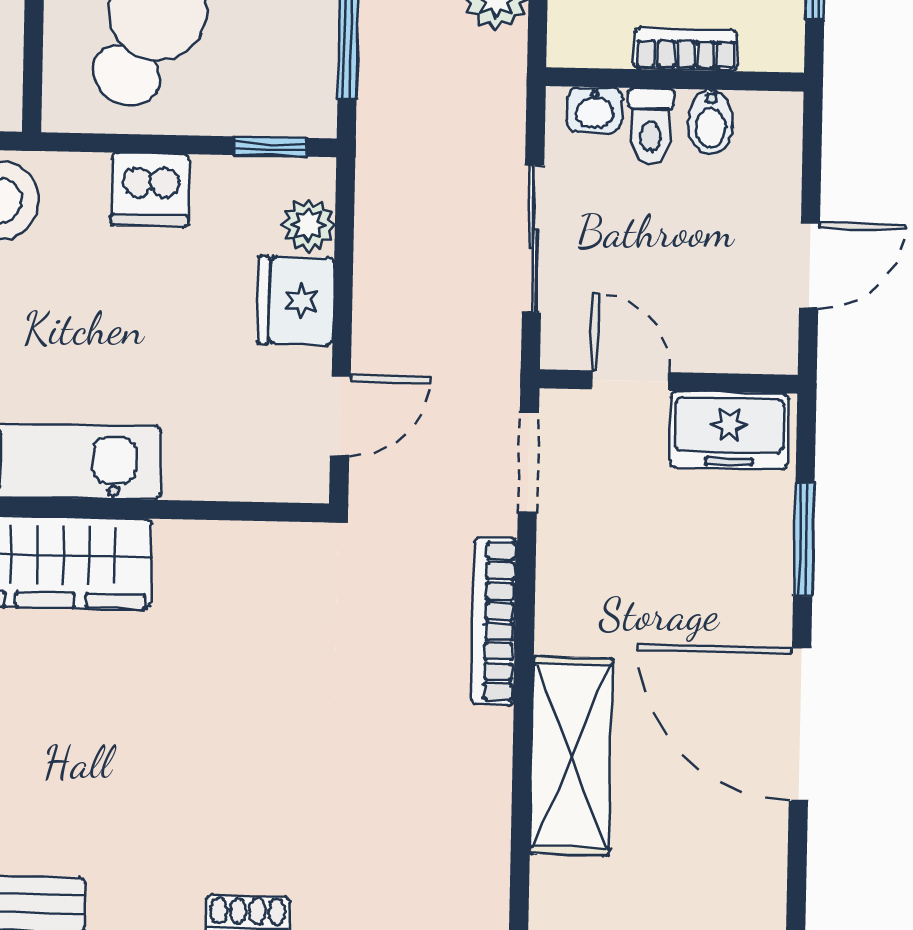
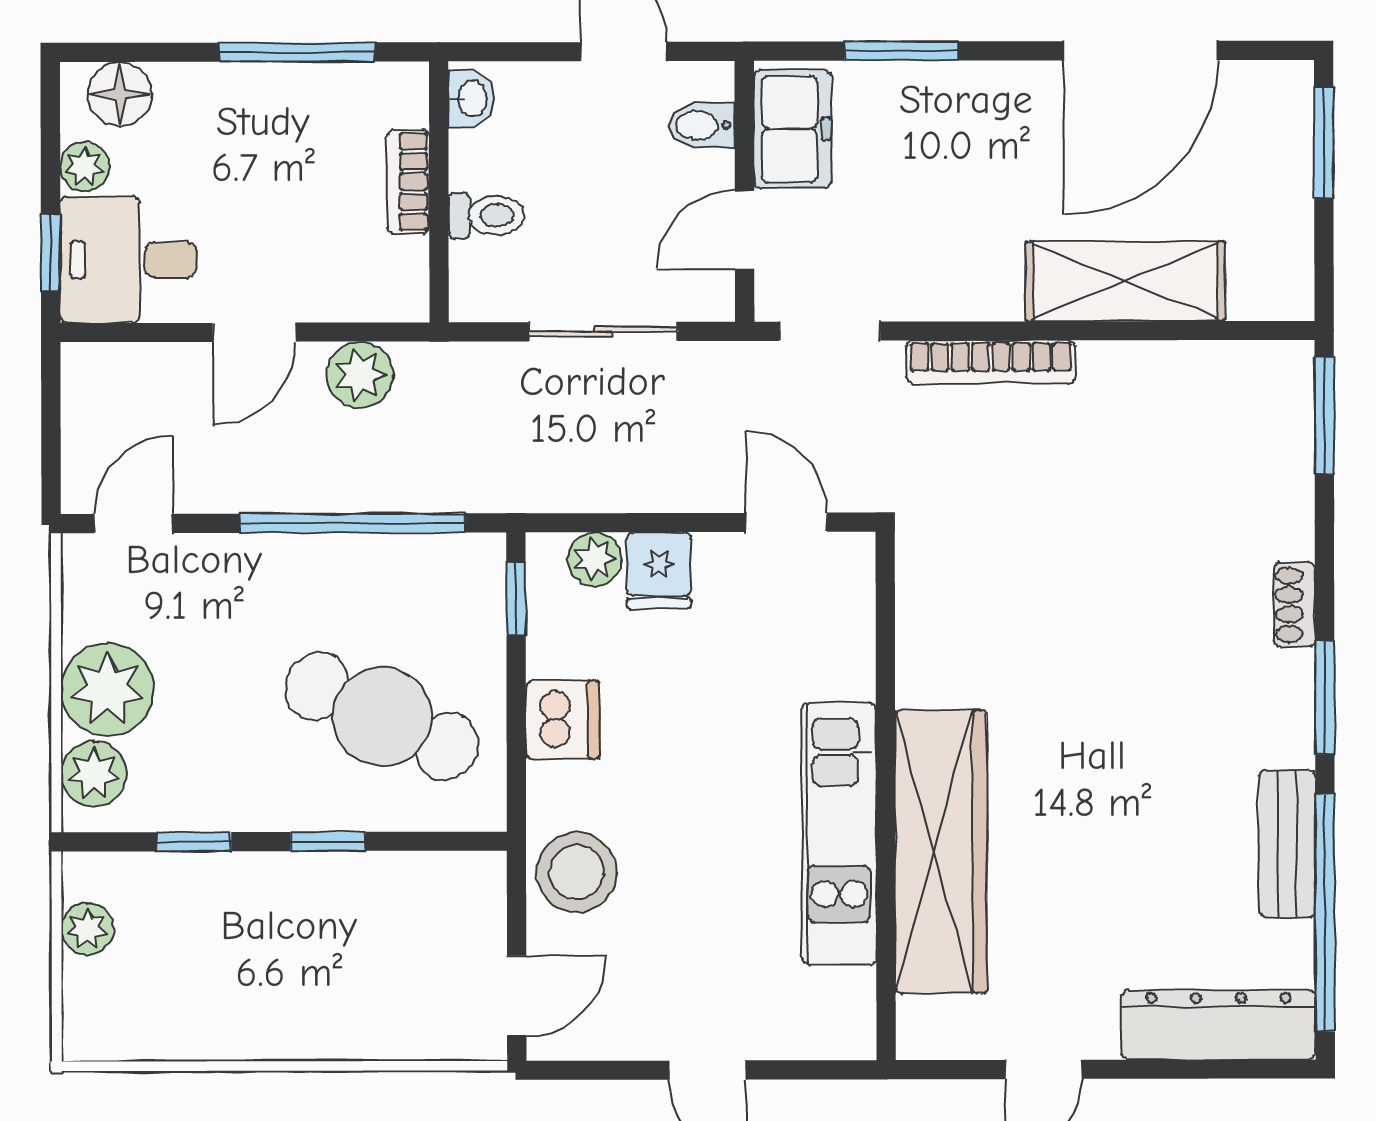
washbasin: (595, 110) -> (471, 99), moved
bidet: (711, 122) -> (702, 125), moved, turned 180
fridge: (296, 301) -> (659, 570), width x0.72
door: (800, 724) -> (1141, 51), moved

